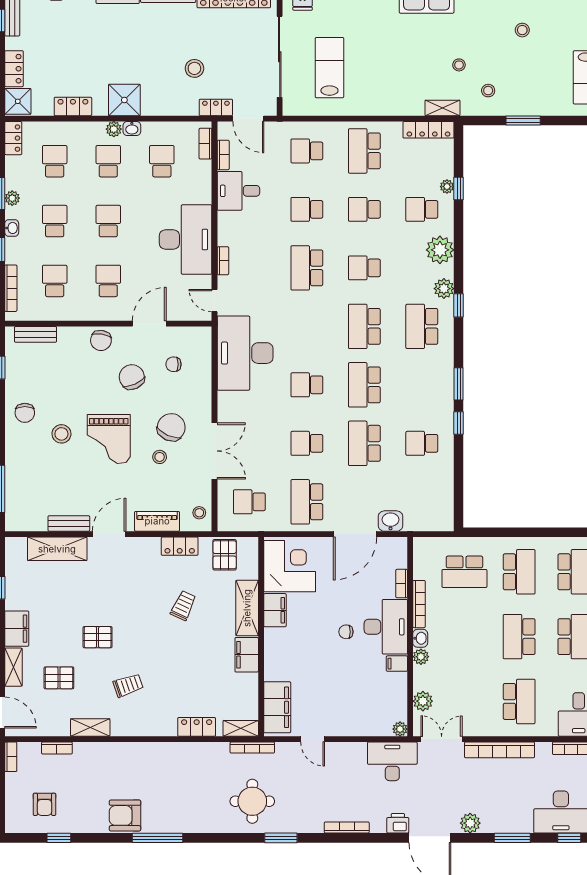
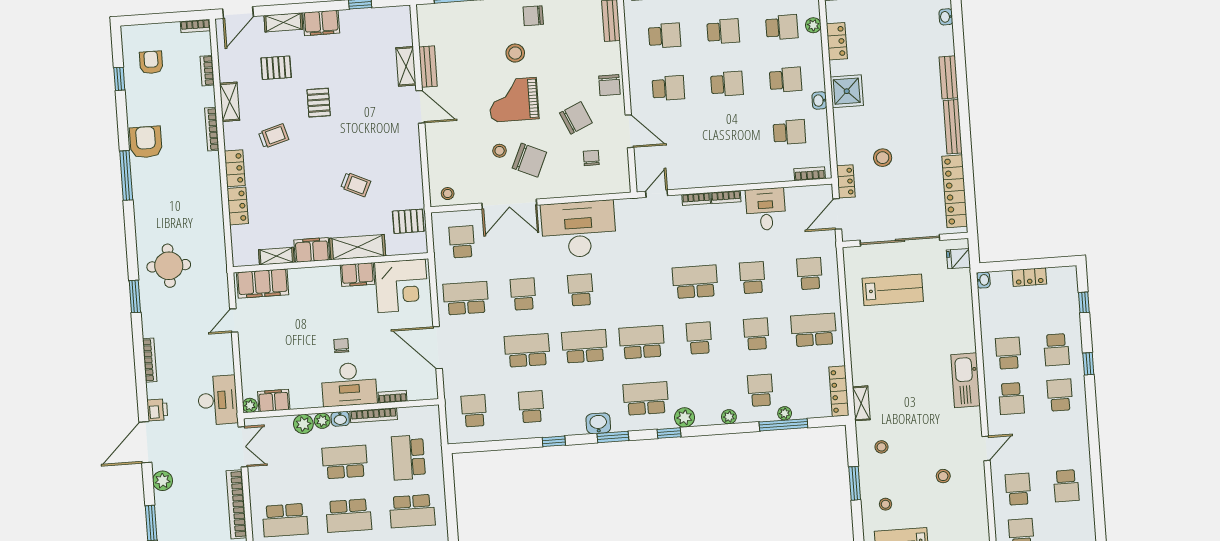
stool: (459, 65) -> (885, 504), moved
plant: (114, 129) -> (813, 25), moved
bookcase: (223, 155) -> (726, 197), moved
window: (459, 189) -> (783, 425), width x2.17
desk: (186, 240) -> (714, 161), removed
plant: (440, 250) -> (729, 417), width x0.53, depth x0.53
chair: (101, 340) -> (609, 85), turned -99
desk: (245, 353) -> (579, 229), moved
window: (459, 384) -> (613, 437), moved
school desk: (422, 502) -> (474, 411), added
piano: (157, 521) -> (436, 153), removed
washbasin: (391, 521) -> (598, 423), moved, turned -90
locker: (180, 546) -> (235, 168), moved, turned 180
shelving: (57, 549) -> (406, 66), width x0.67, depth x0.75
school desk: (464, 637) -> (345, 462), added
school desk: (519, 637) -> (349, 516), turned 180
filing cabinet: (397, 664) -> (274, 401), moved, width x2.00
pallet: (59, 678) -> (276, 68), turned 90
trolley: (128, 685) -> (274, 136), turned -87
plant: (423, 701) -> (303, 424), moved
shelving: (241, 728) -> (276, 256), moved, turned 90
bookcase: (252, 748) -> (212, 129), moved
armchair: (44, 804) -> (151, 62), turned 90

